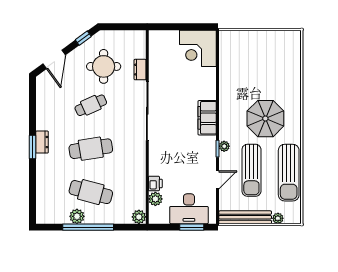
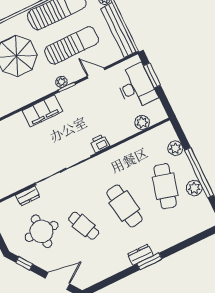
printer: (155, 183) -> (100, 143), moved
plant: (139, 217) -> (175, 148), moved

